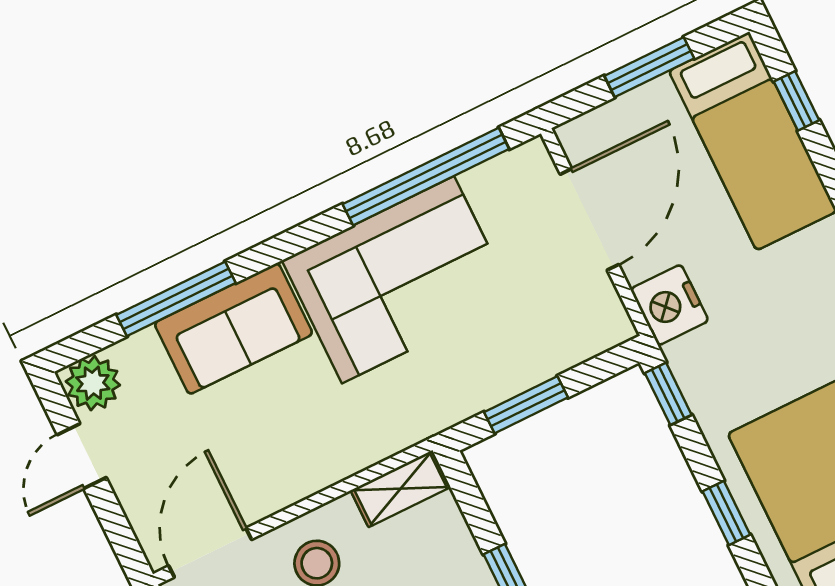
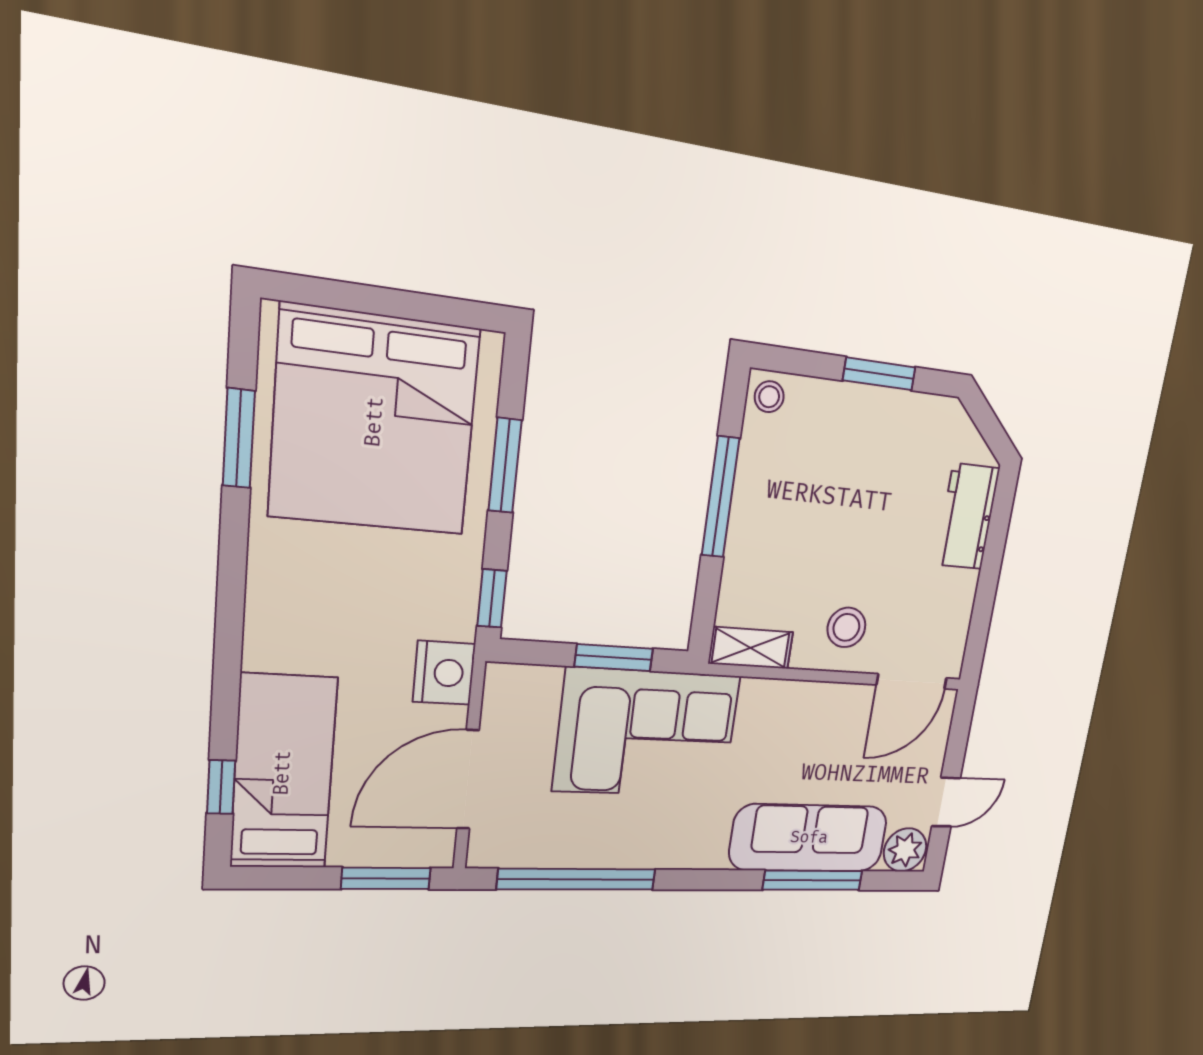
window: (649, 67) -> (386, 878), moved
corner sofa: (398, 280) -> (647, 733), moved, turned 180
sofa: (233, 329) -> (809, 838), width x1.36
window: (726, 513) -> (505, 465), width x1.50

